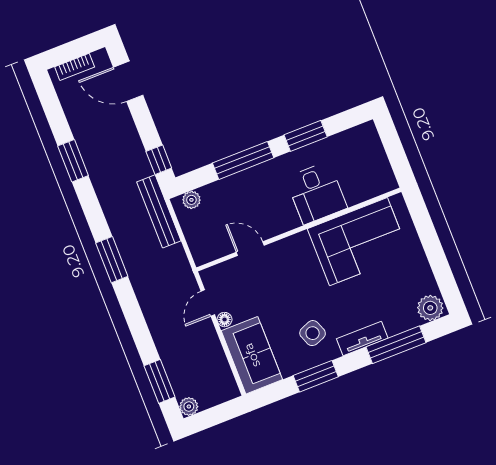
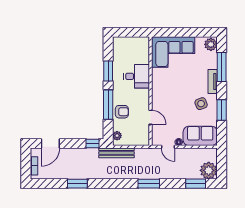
armchair: (240, 191) -> (122, 112), added
corner sofa: (358, 242) -> (173, 52), moved, turned 90
door: (250, 249) -> (150, 117), swing flipped
window: (112, 260) -> (149, 184), moved
plant: (189, 406) -> (209, 170), width x1.88, depth x1.88

